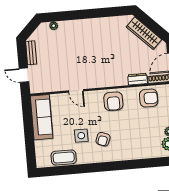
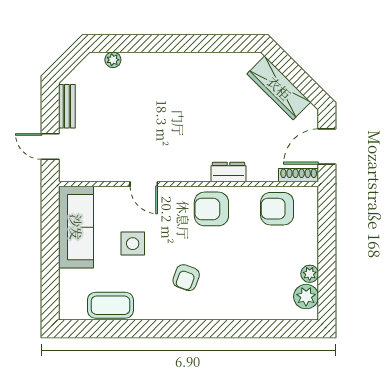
dresser: (138, 79) -> (228, 172), moved
armchair: (149, 98) -> (277, 209), turned 180
armchair: (113, 101) -> (211, 209), turned 90
side table: (81, 136) -> (133, 244), moved

